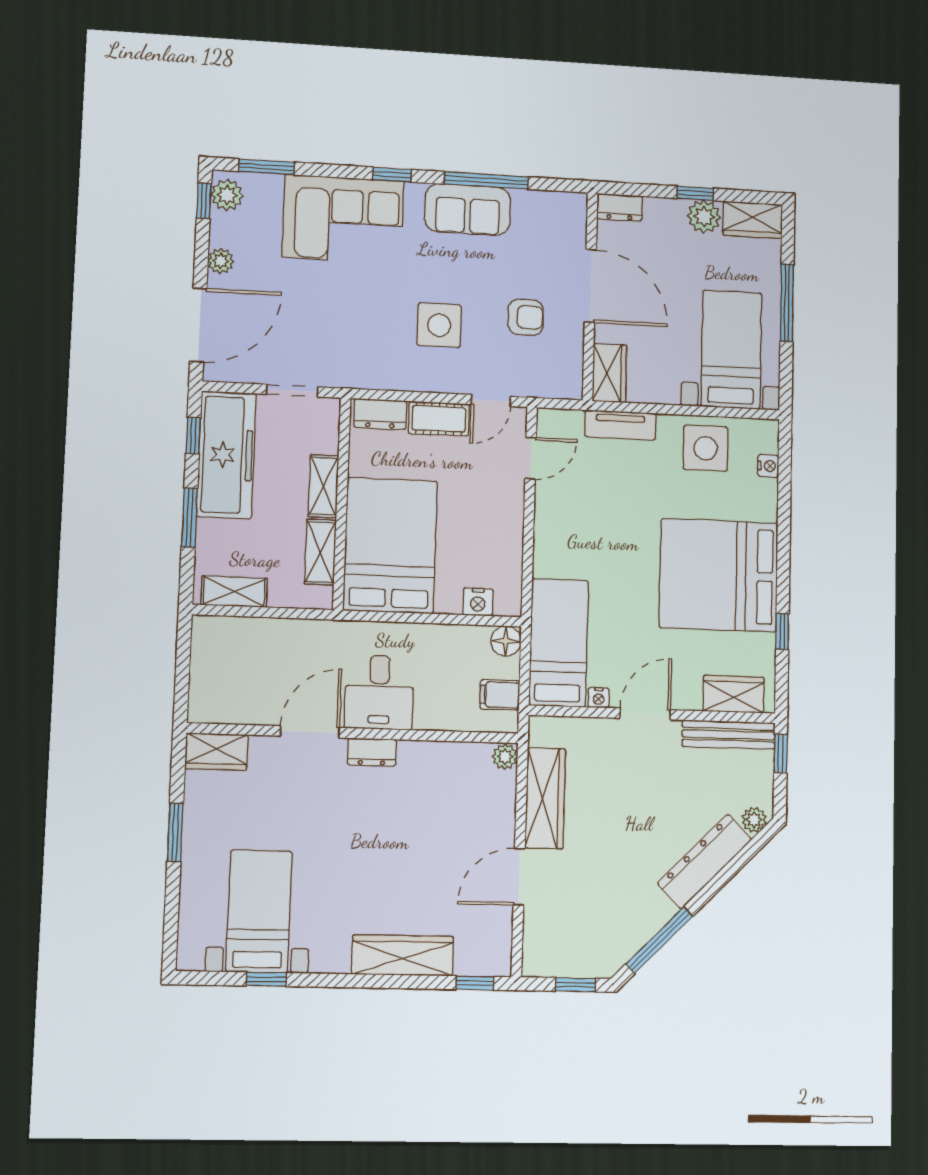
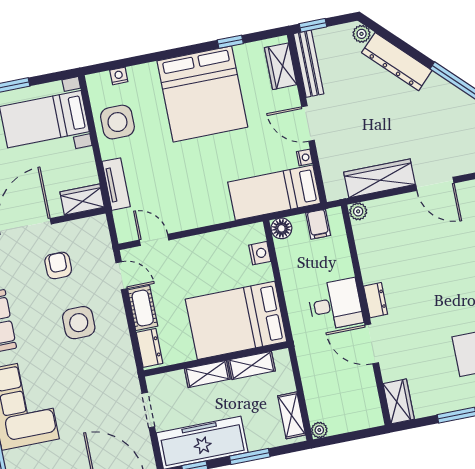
plant: (203, 627) -> (319, 430), added

